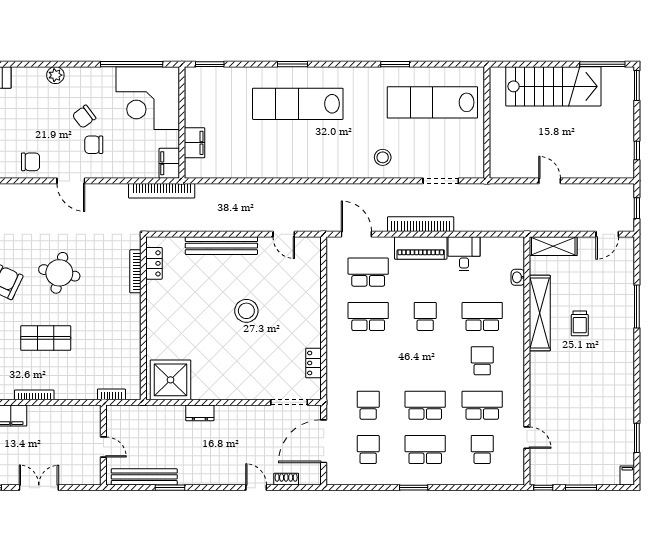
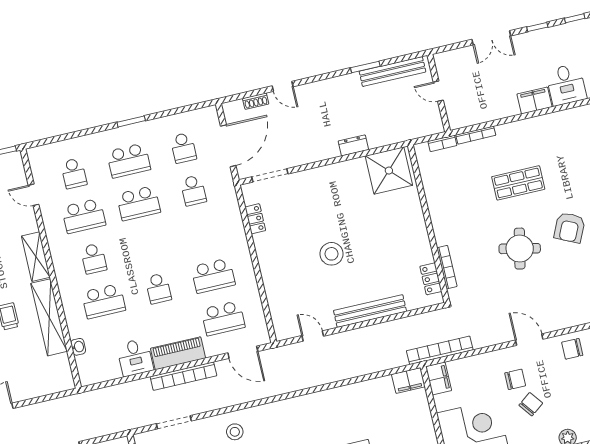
filing cabinet: (194, 143) -> (408, 381), moved, turned -90
shelving: (553, 246) -> (36, 257), moved, turned 90
bookcase: (34, 395) -> (476, 135), moved

